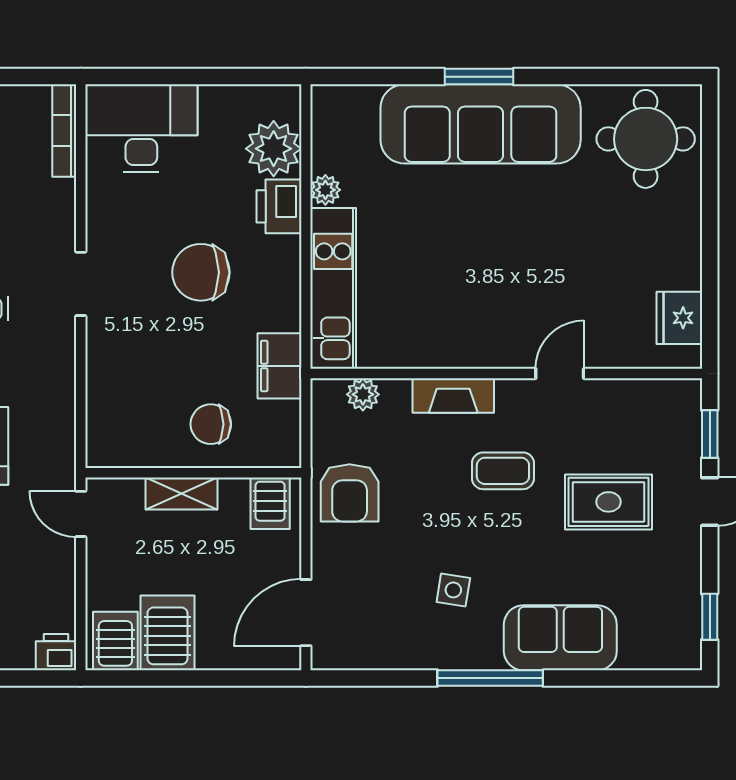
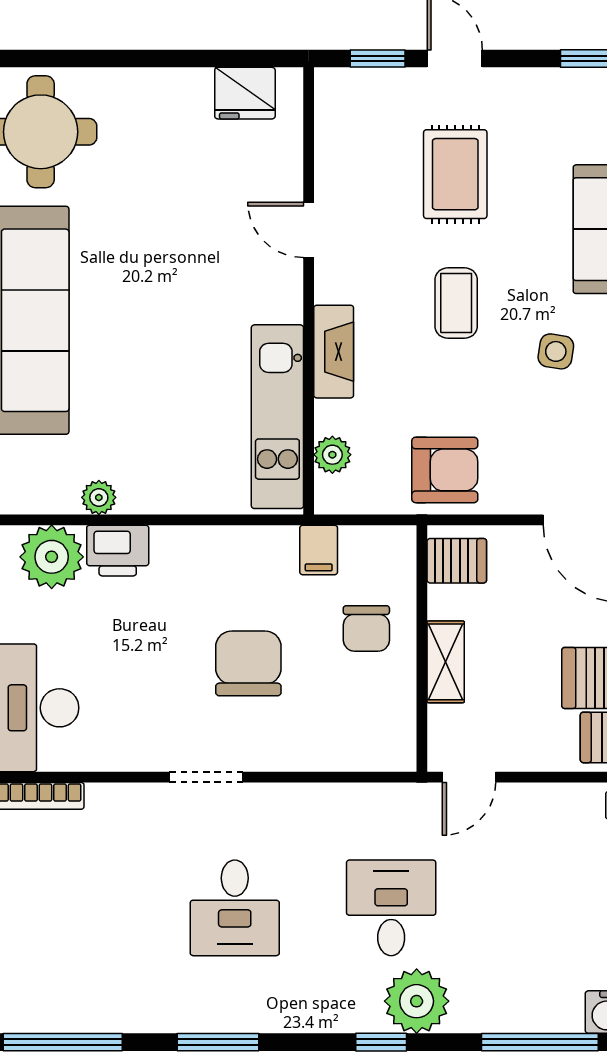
chair: (201, 272) -> (248, 663), moved, turned 180
kitchen unit: (333, 288) -> (277, 417), moved, turned -90
filing cabinet: (280, 366) -> (319, 550), width x0.50
coffee table: (503, 471) -> (456, 303), moved

